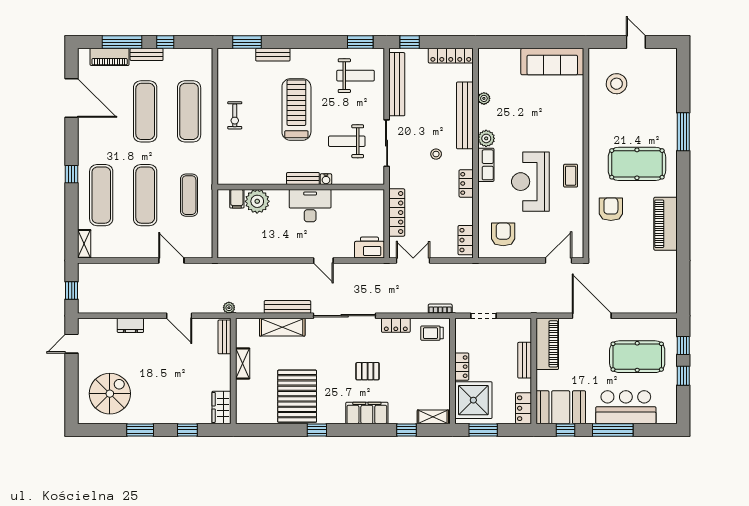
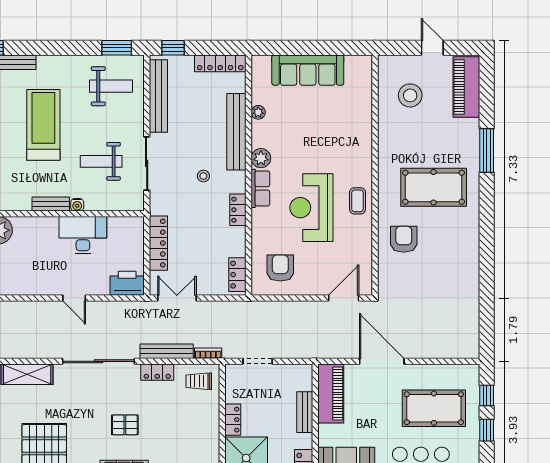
sofa: (552, 62) -> (308, 70), moved
desk: (310, 206) -> (83, 235), moved
piano: (666, 224) -> (466, 87), moved
bench: (287, 307) -> (167, 351), moved

